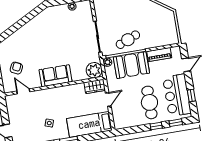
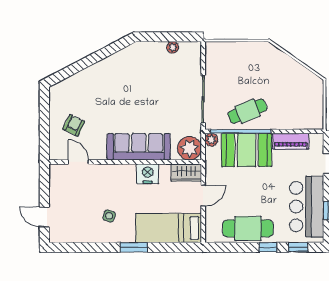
sofa: (56, 76) -> (139, 147), width x1.36
nightstand: (70, 91) -> (148, 174), added
cafe table: (149, 102) -> (248, 228), moved, turned 90

